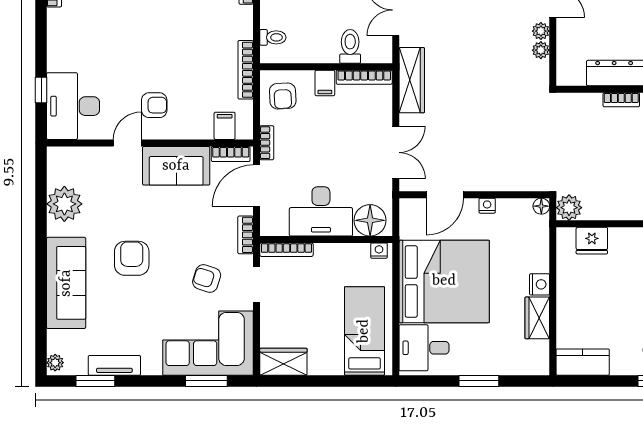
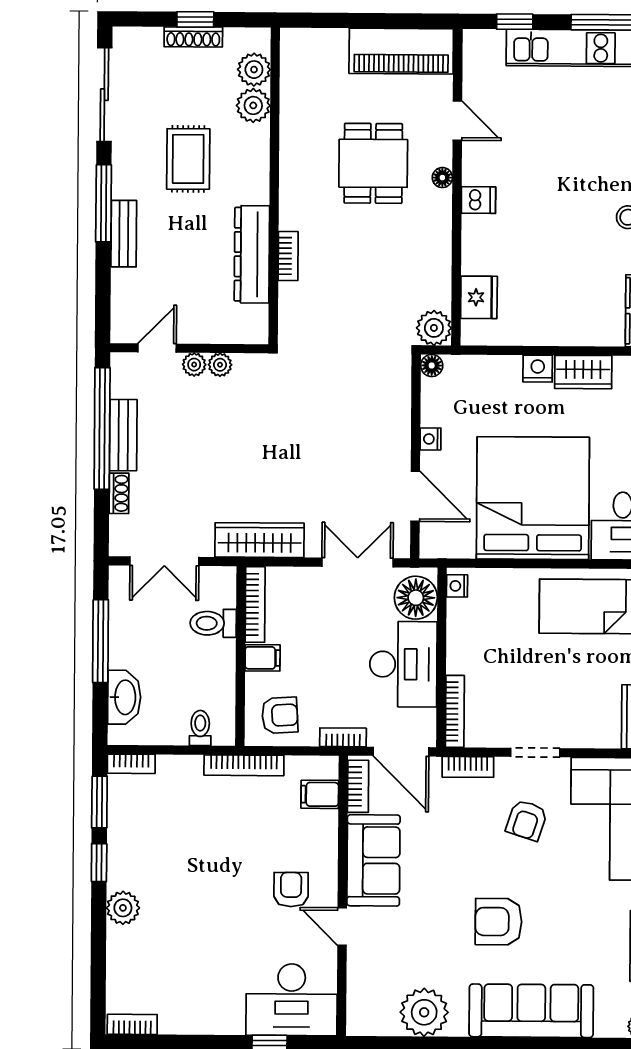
desk: (321, 211) -> (403, 664), moved
floor lamp: (370, 220) -> (416, 598), moved
wall: (326, 240) -> (441, 657), moved
bookcase: (286, 250) -> (455, 711), moved
nightstand: (379, 251) -> (457, 586), moved

